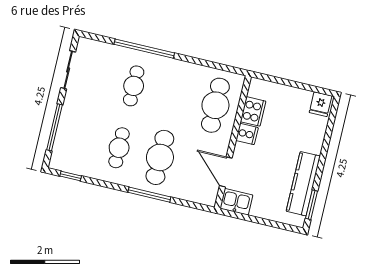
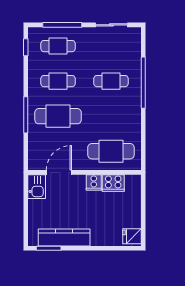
cafe table: (78, 138) -> (58, 46), added

